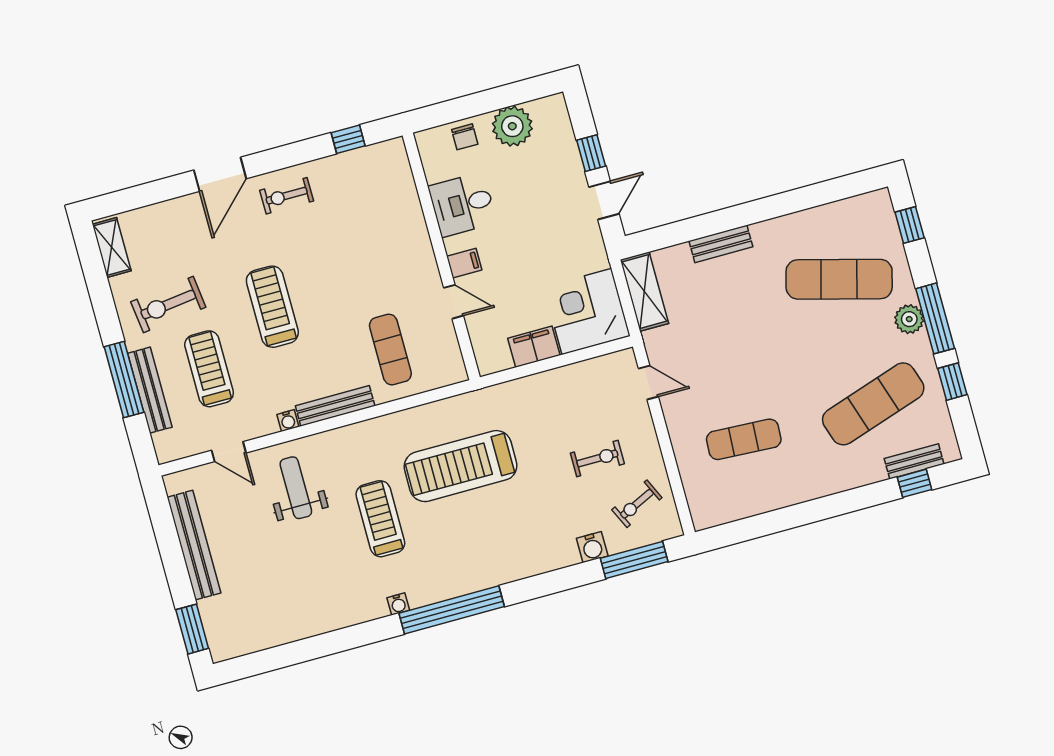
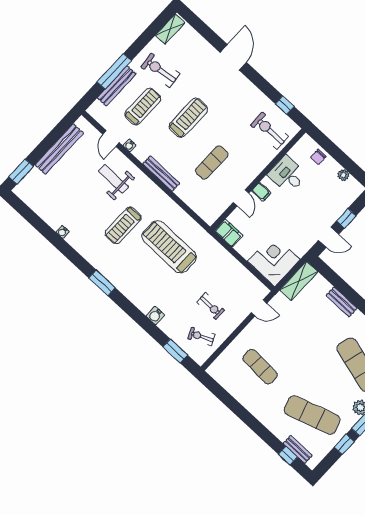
plant: (512, 126) -> (343, 175), width x0.53, depth x0.53
door: (220, 174) -> (233, 57), swing flipped
exercise bike: (287, 196) -> (270, 131), moved, width x1.38, depth x1.39
filing cabinet: (534, 347) -> (229, 233), moved
exercise mat: (390, 350) -> (212, 163), moved
door: (648, 383) -> (259, 308), hinge flipped
water cooler: (288, 421) -> (130, 145), moved
weight bench: (296, 488) -> (113, 179), turned -90
treadmill: (380, 519) -> (123, 225), turned 180
water cooler: (592, 547) -> (155, 316), moved
window: (634, 560) -> (175, 351), width x0.69
water cooler: (398, 604) -> (63, 232), moved
window: (452, 610) -> (102, 283), width x0.47

